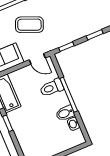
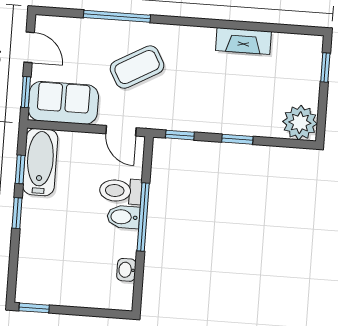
coffee table: (29, 25) -> (137, 67), turned -51
bidet: (65, 113) -> (123, 217), moved

